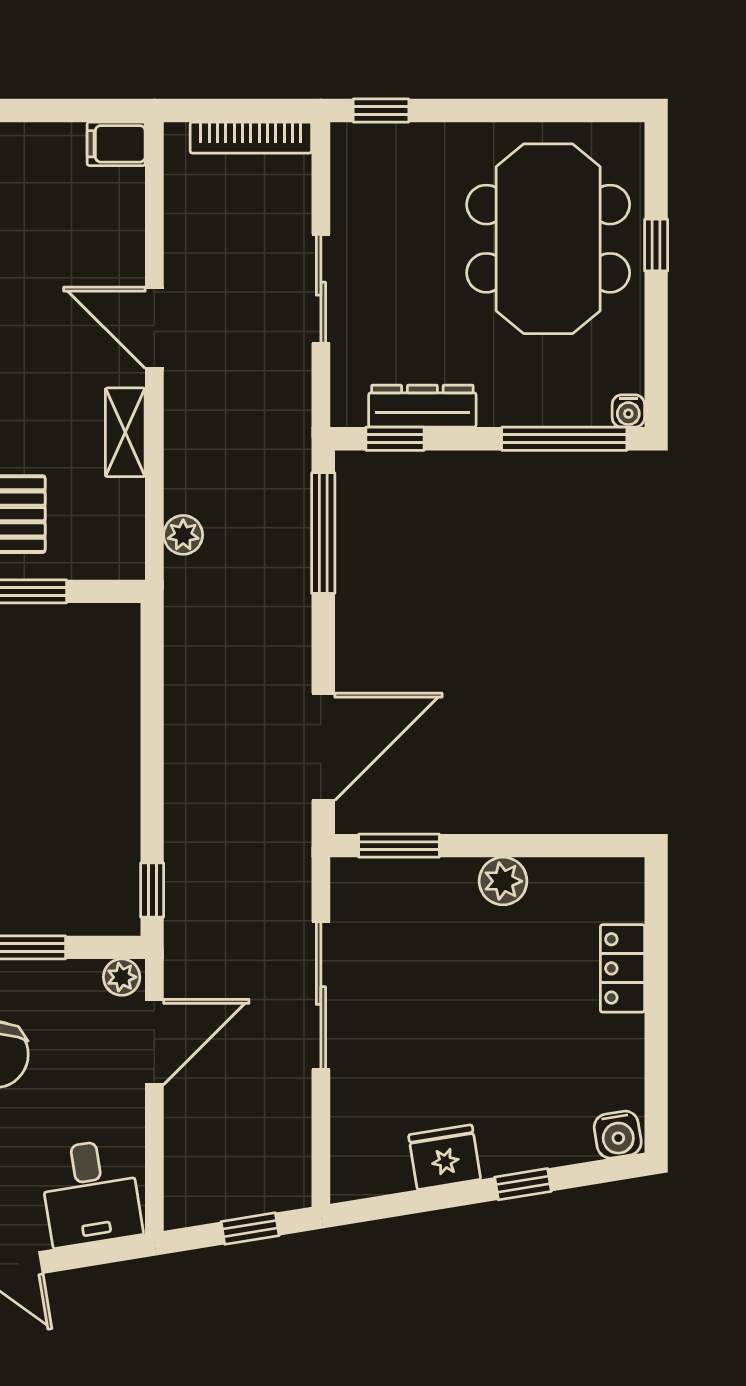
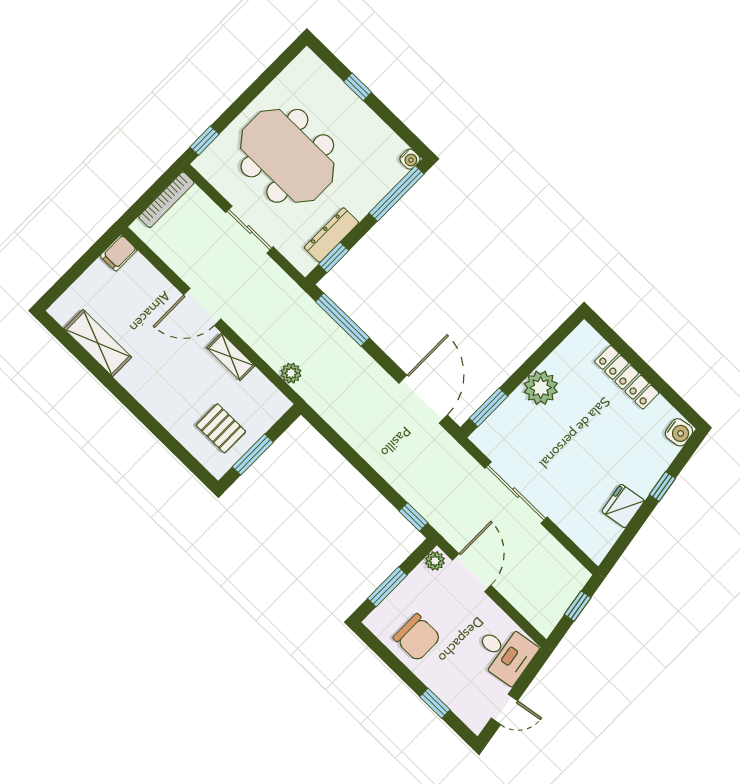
meeting table: (548, 239) -> (287, 156), moved
plant: (503, 881) -> (541, 388), width x1.36, depth x1.36
locker: (622, 968) -> (627, 377), width x1.53

